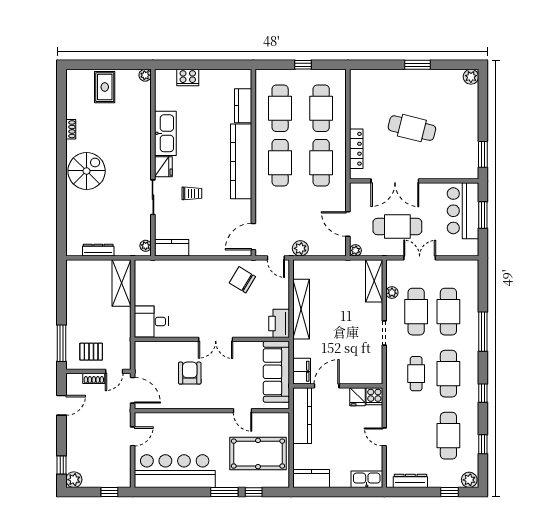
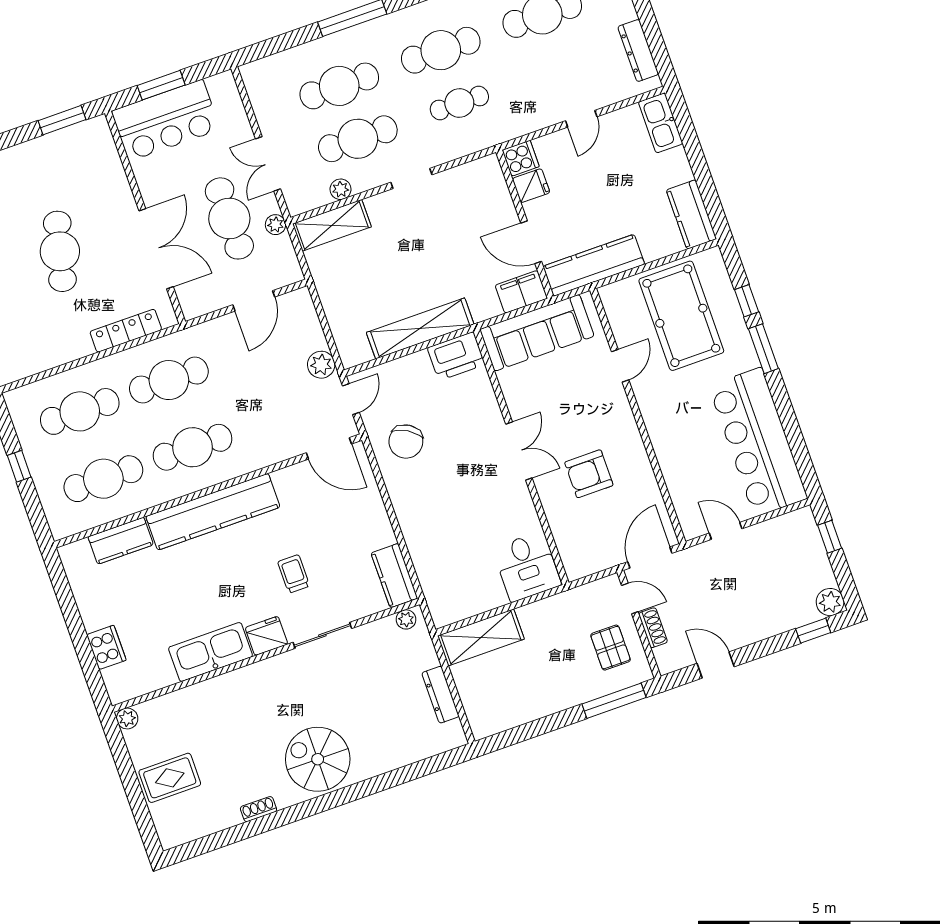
plant: (355, 250) -> (276, 225), moved

